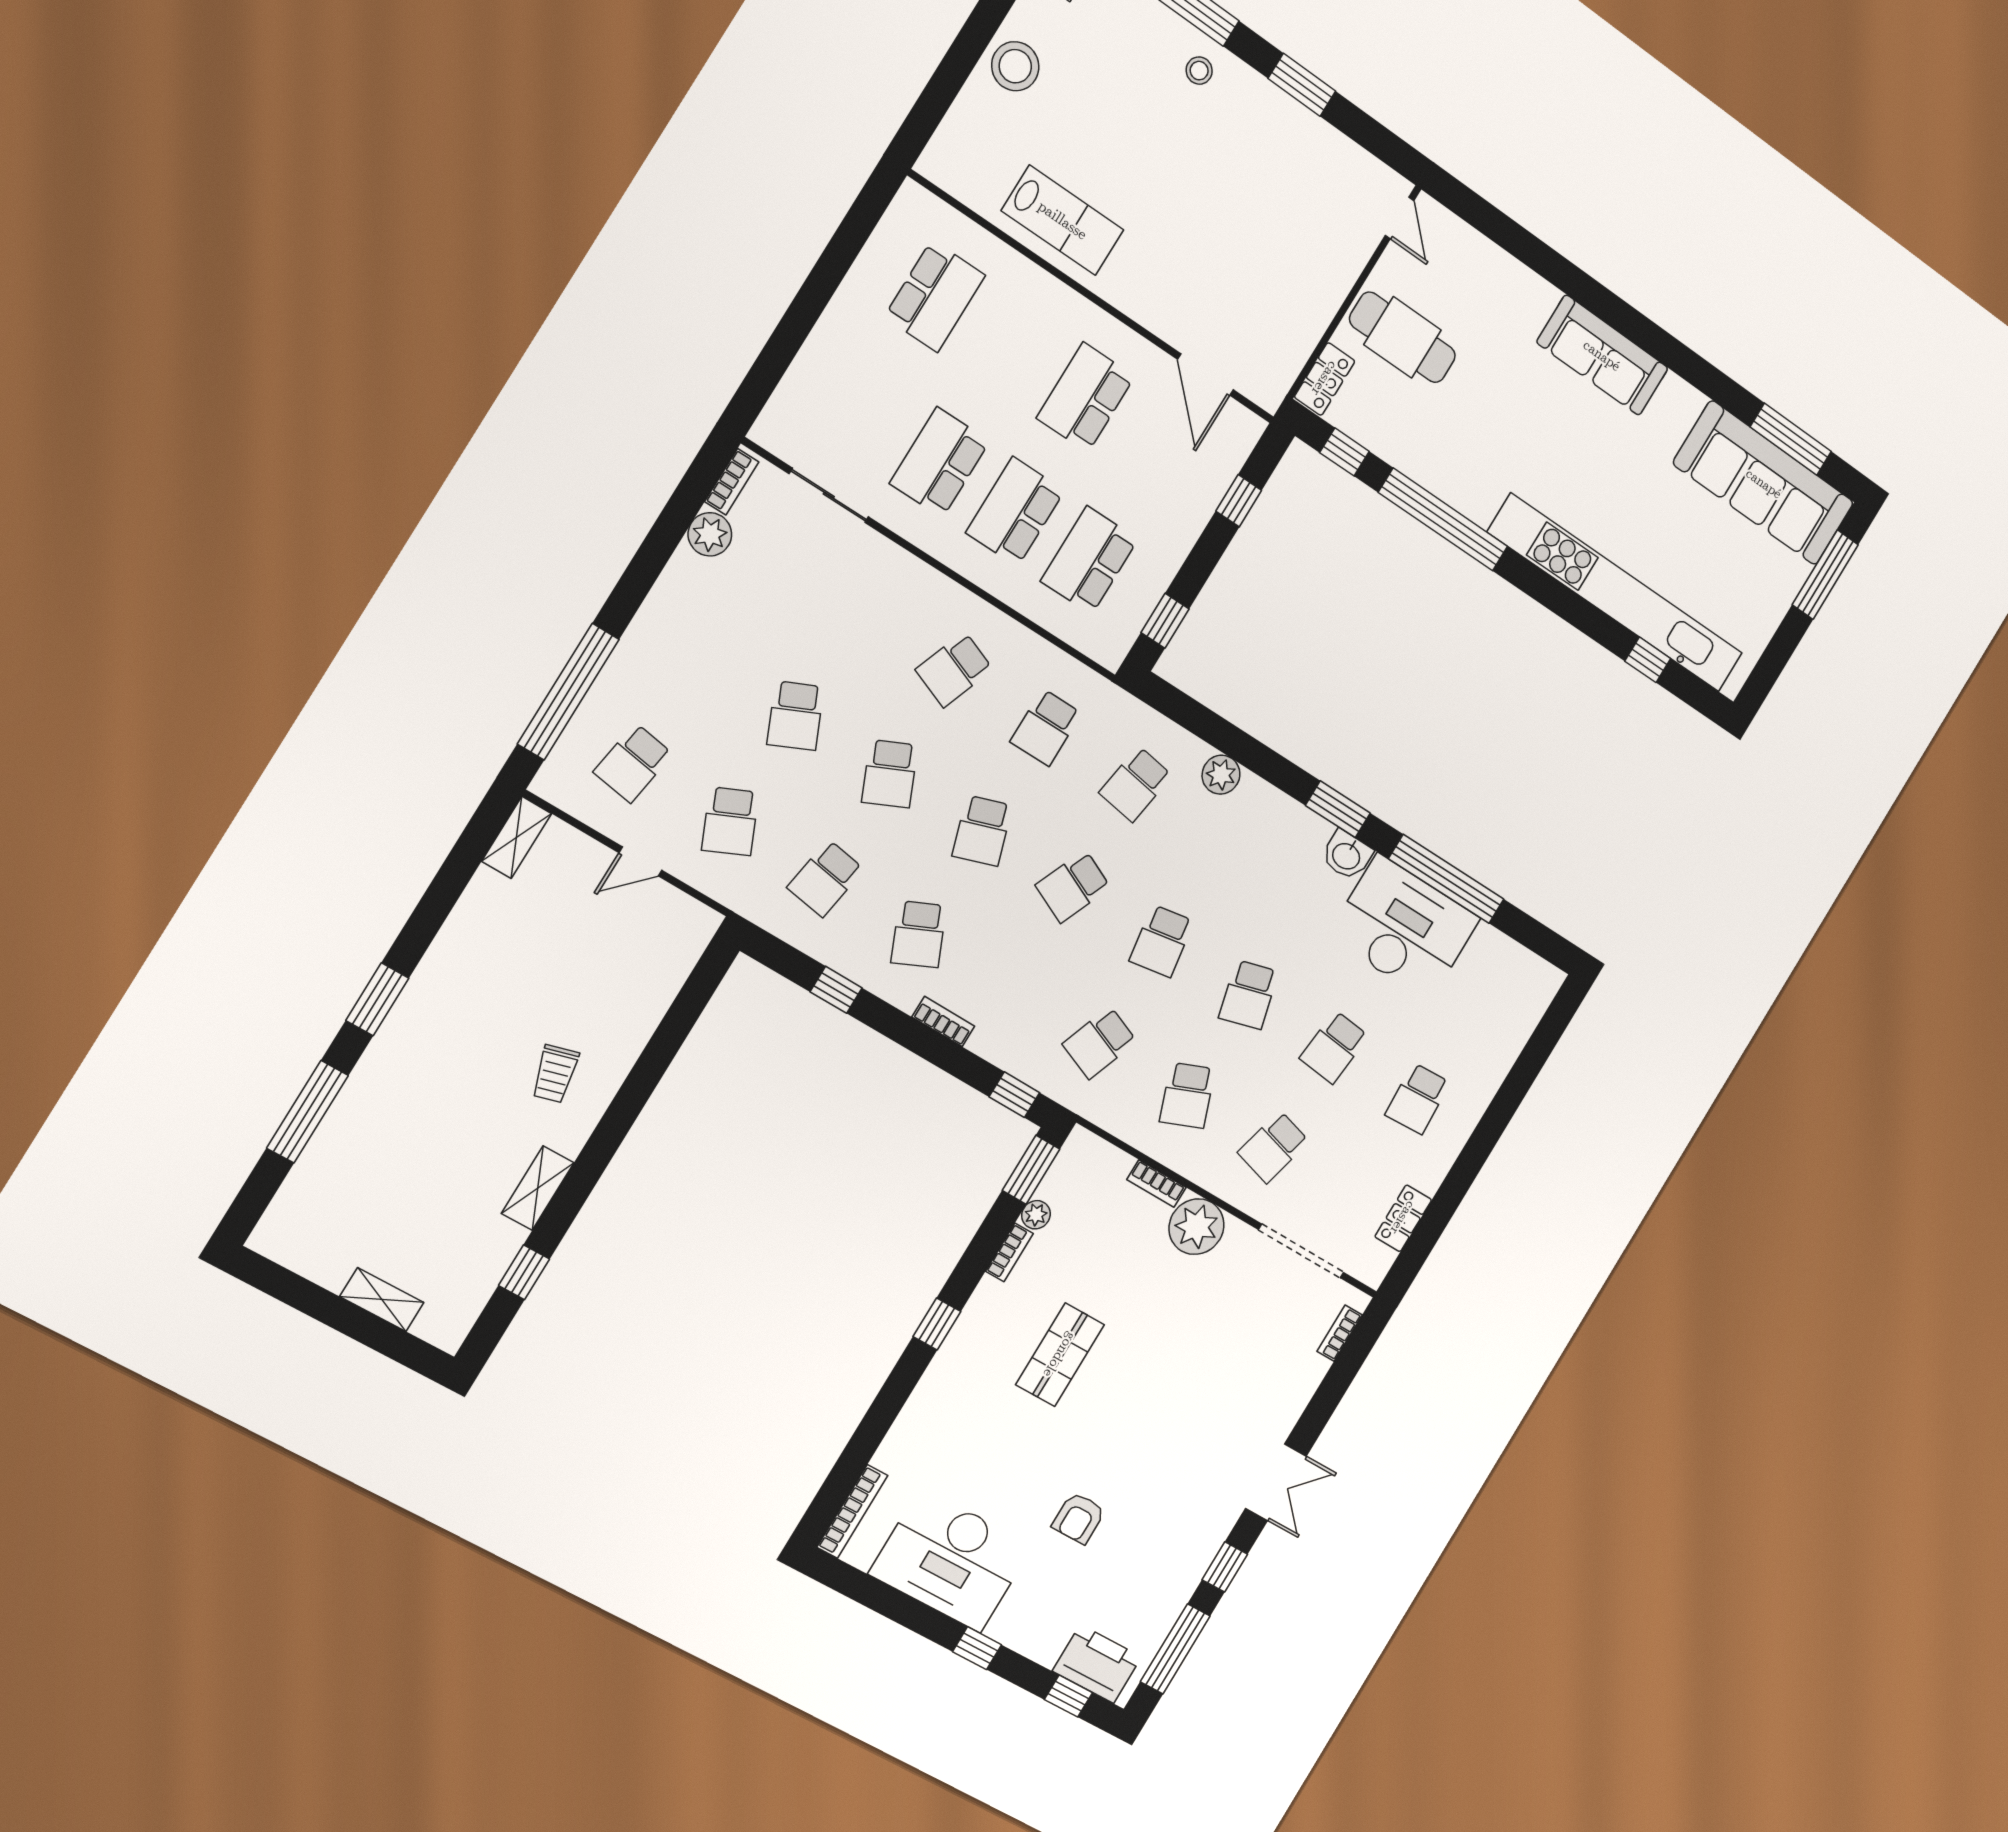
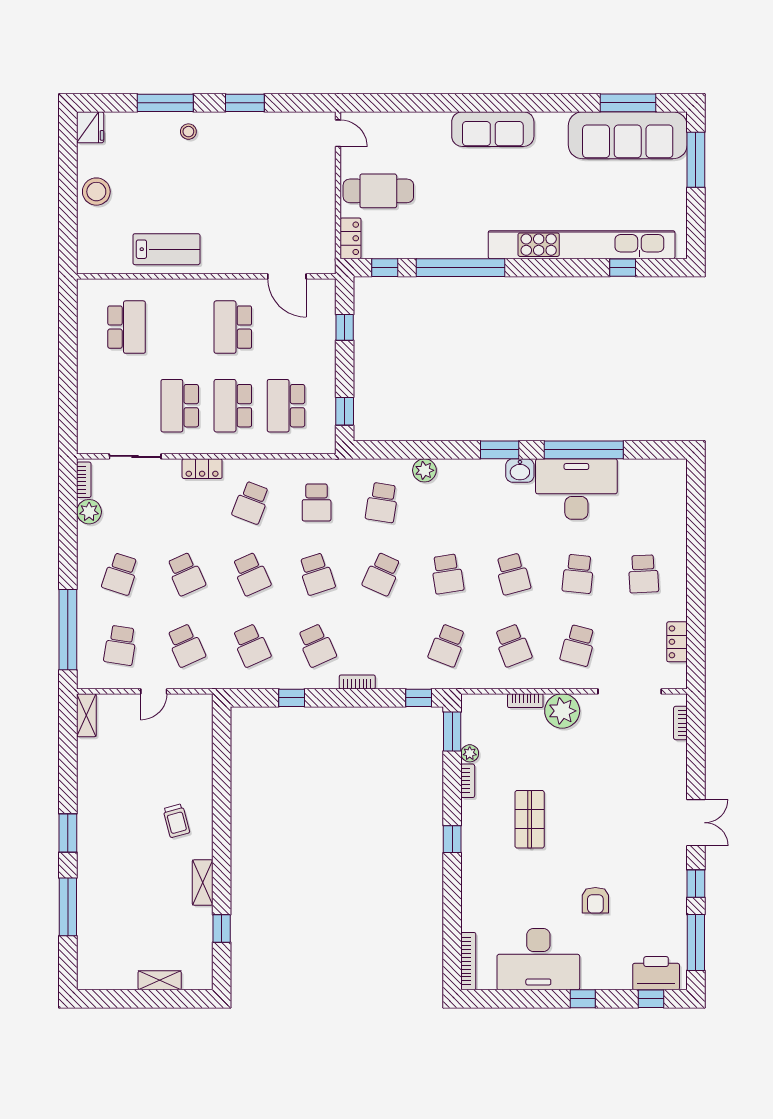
locker: (915, 576) -> (202, 469), added
school desk: (699, 656) -> (120, 574), added
school desk: (825, 878) -> (251, 645), turned -33

